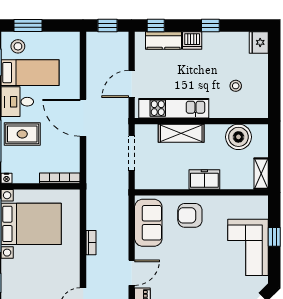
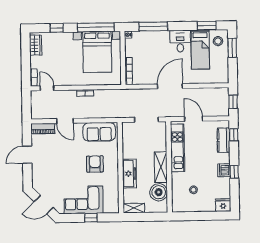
dishwasher: (192, 40) -> (224, 170), moved
shelving: (181, 133) -> (161, 167), moved
rug: (22, 134) -> (158, 45), removed
freezer: (204, 179) -> (129, 174), width x1.40
armchair: (190, 215) -> (95, 164), moved

